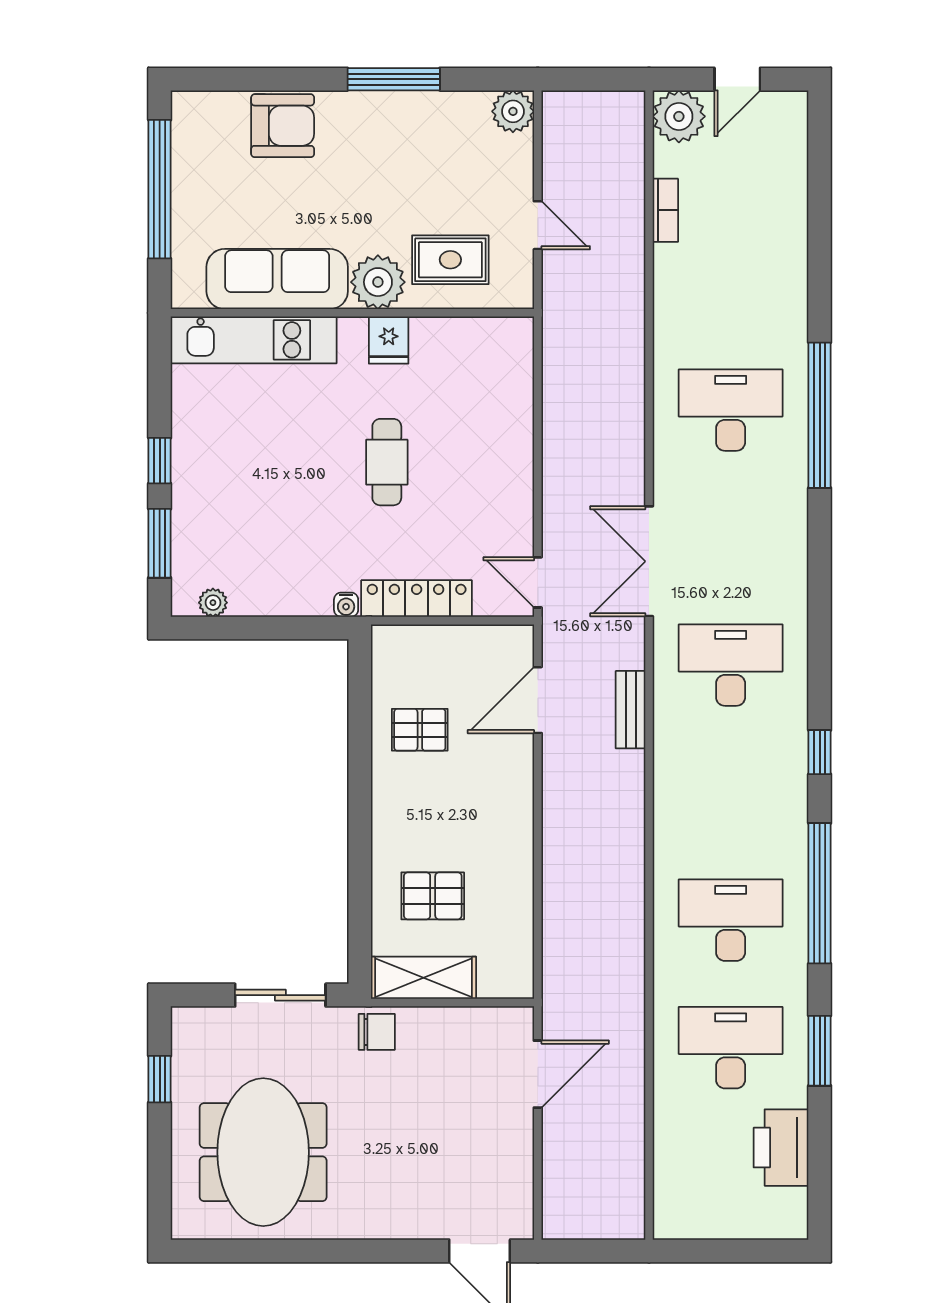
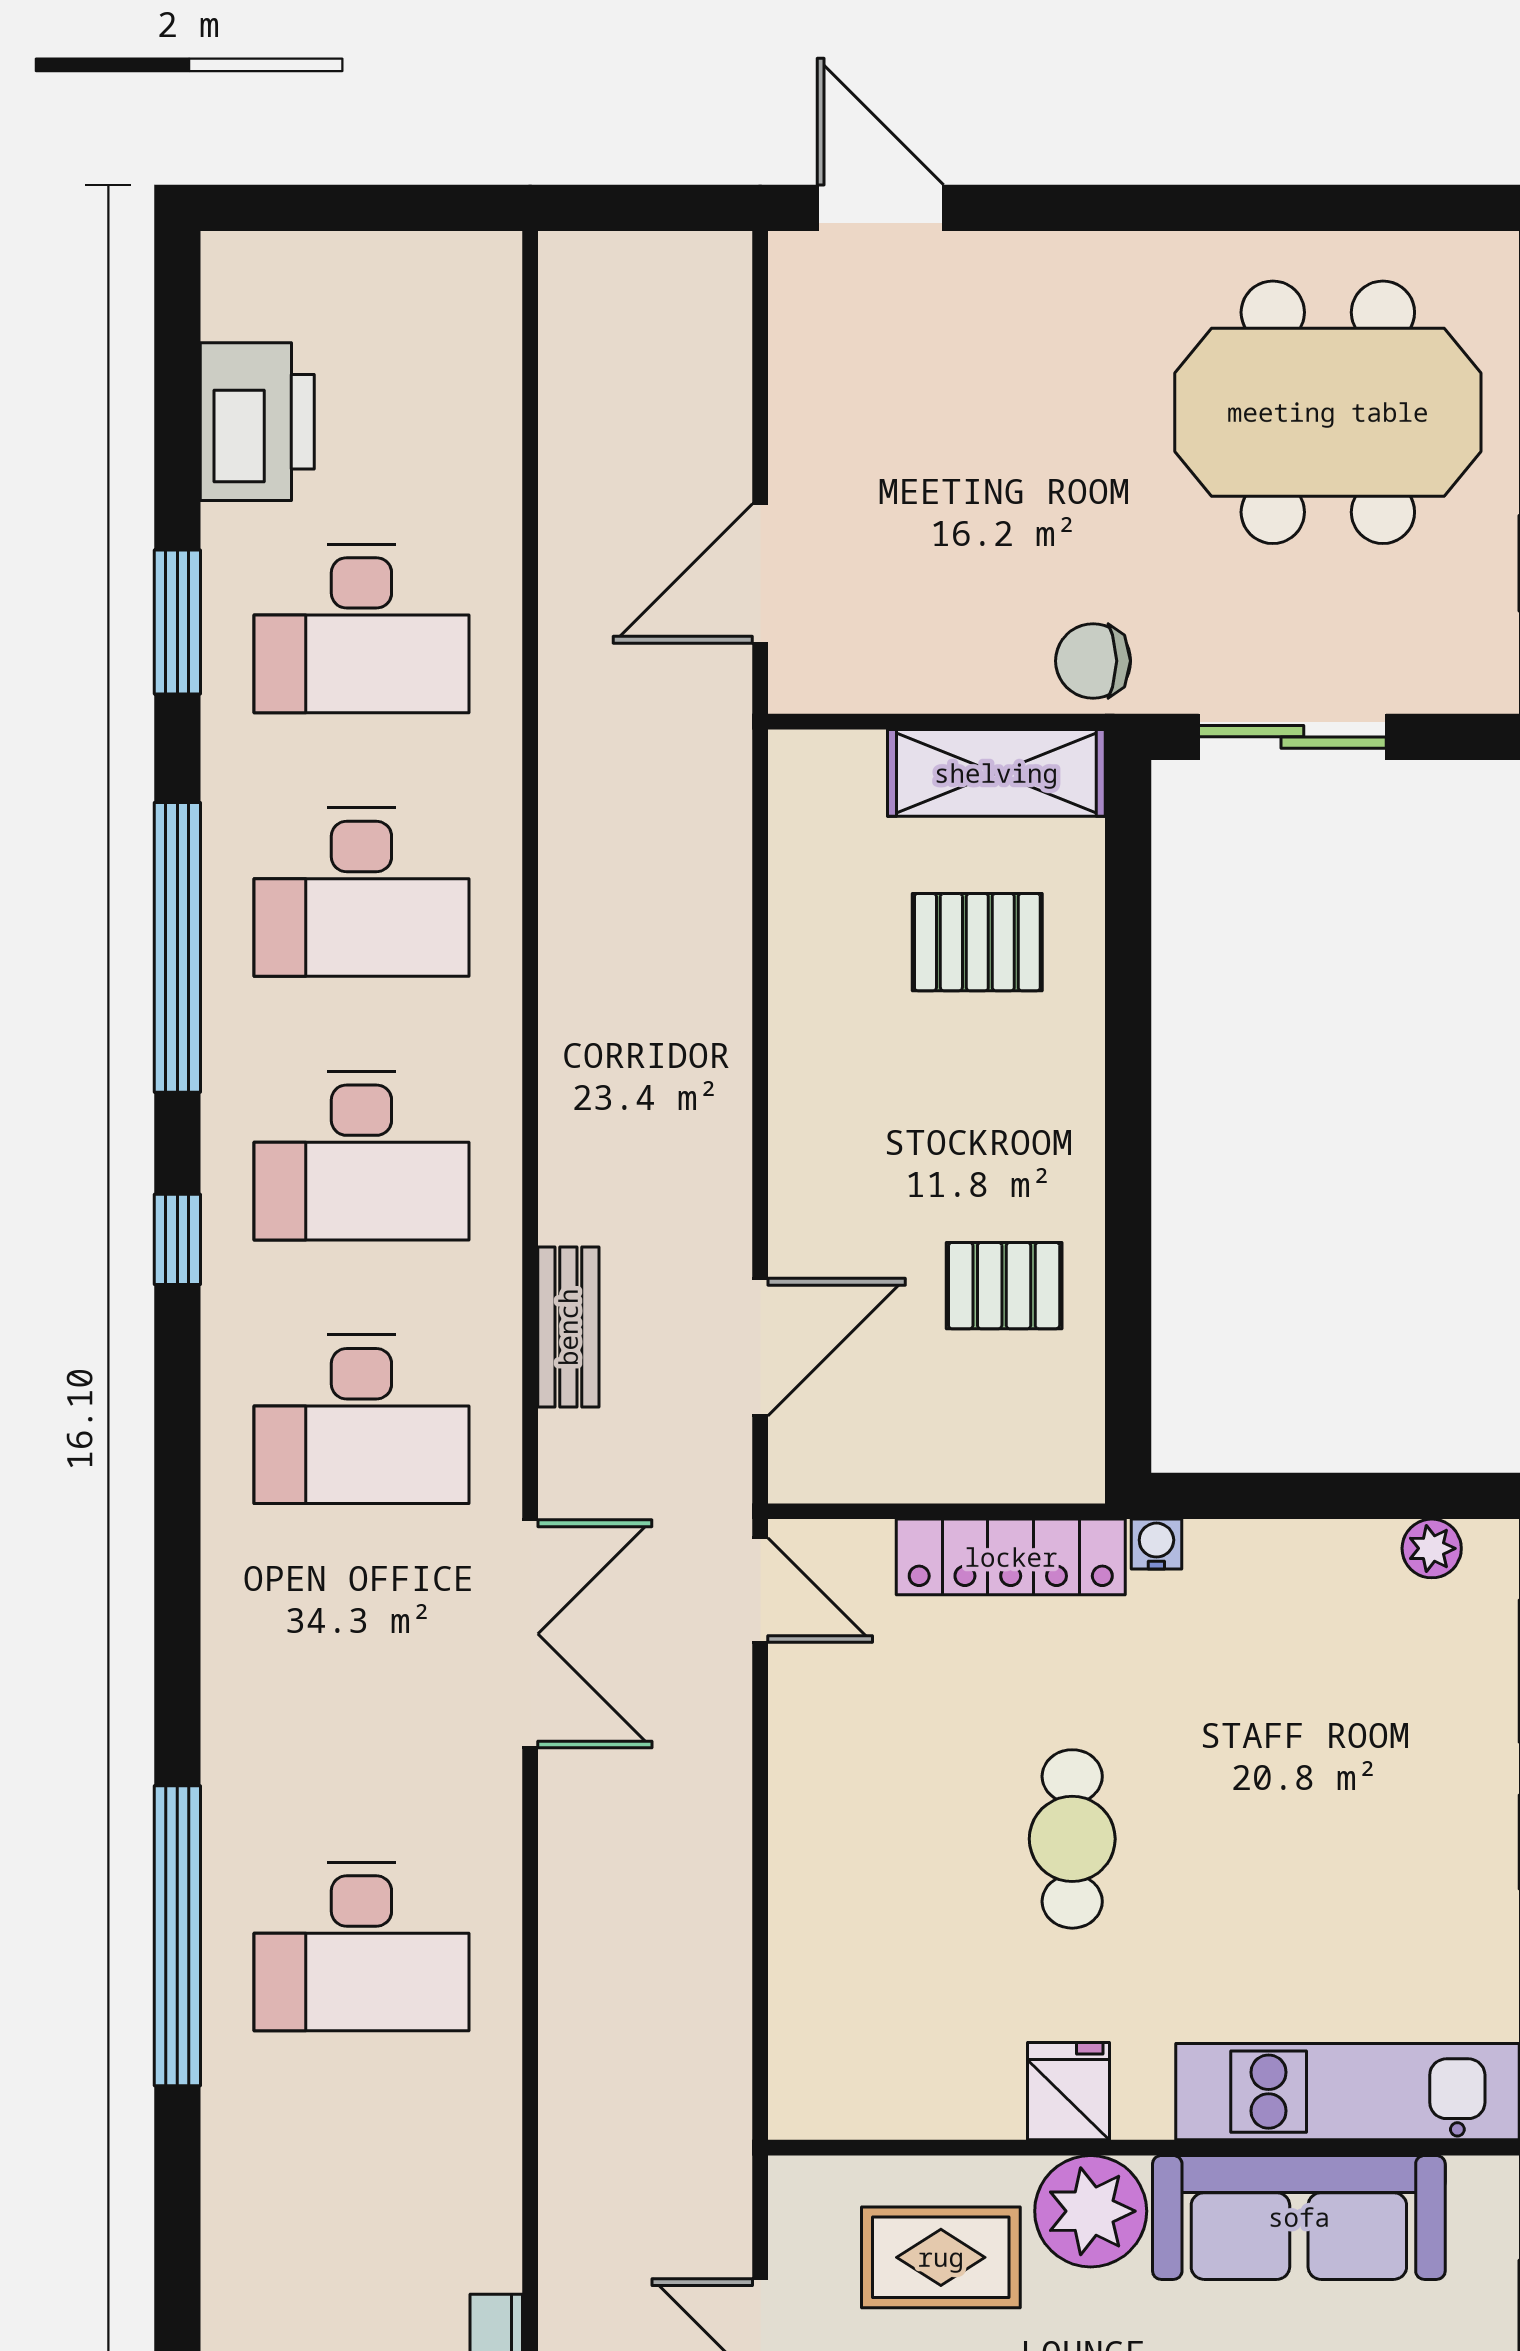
desk: (731, 793) -> (361, 1156), added
meeting table: (263, 1152) -> (1328, 412), turned 90

